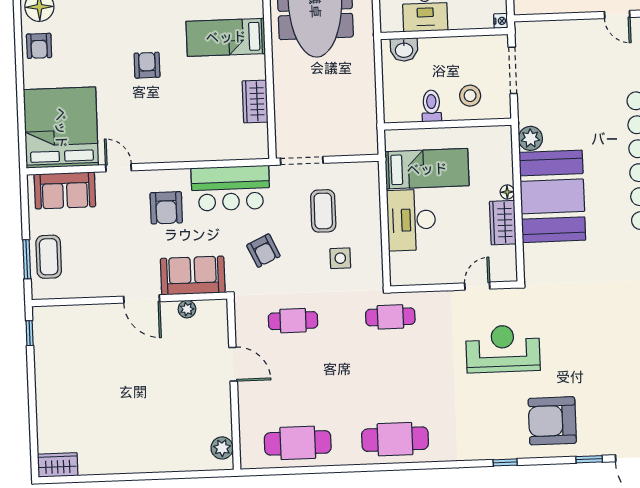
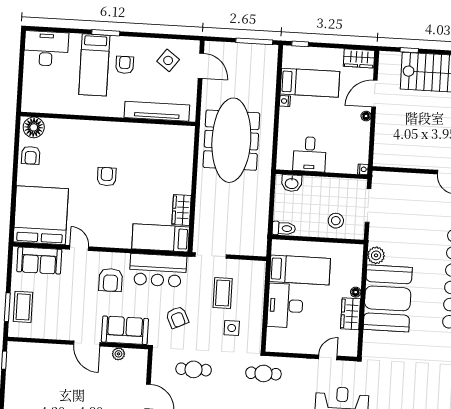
bed: (226, 37) -> (161, 238), moved
toilet: (431, 106) -> (284, 228), moved, turned 90

